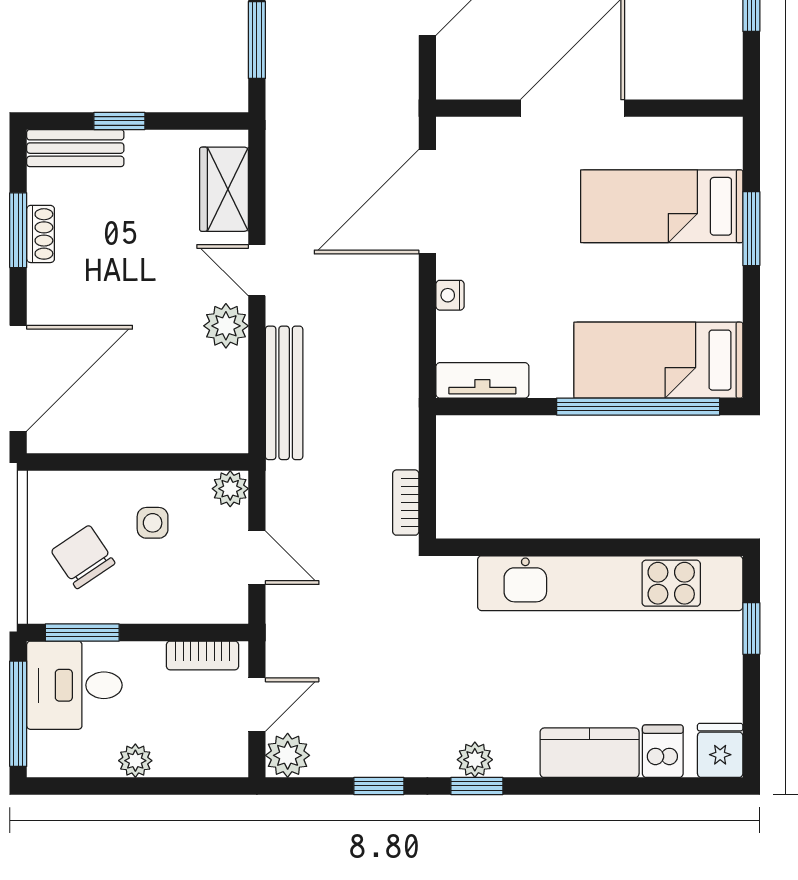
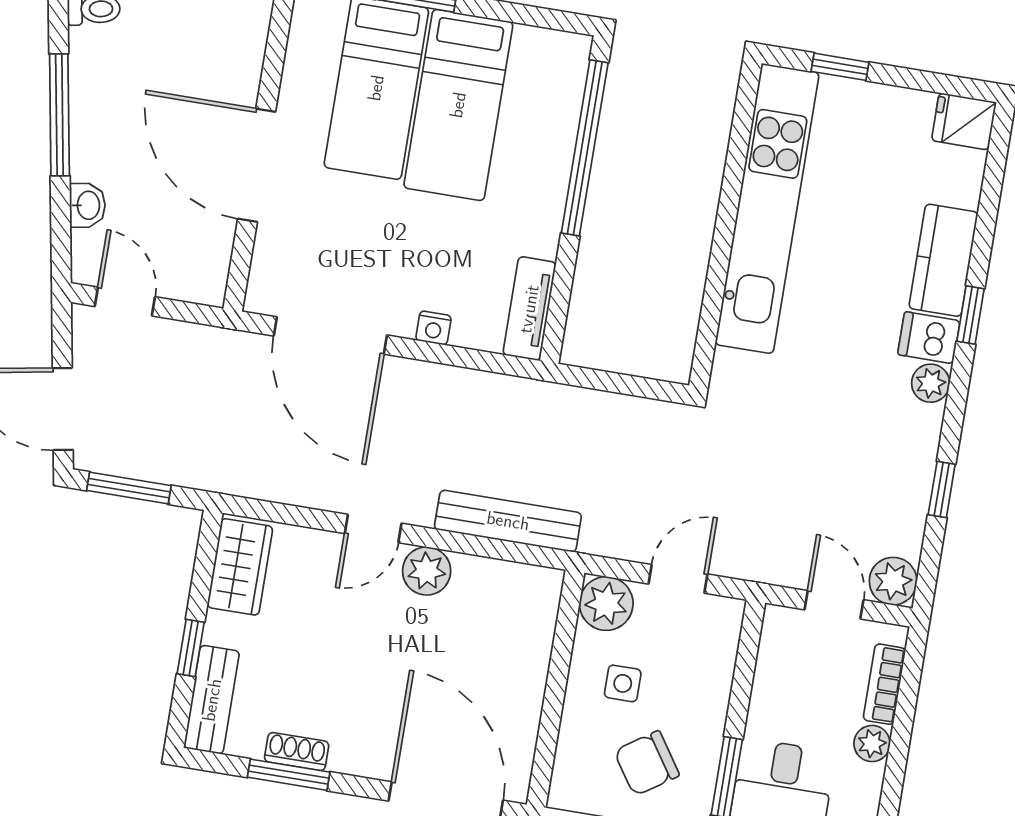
wardrobe: (224, 189) -> (240, 567), moved, turned -90
bed: (658, 360) -> (458, 105), moved
plant: (230, 489) -> (606, 604), width x1.38, depth x1.38
bookcase: (406, 503) -> (646, 411), removed
bookcase: (202, 655) -> (884, 684), moved, turned 180
dishwasher: (663, 751) -> (929, 338), moved
window: (477, 786) -> (971, 315), moved

